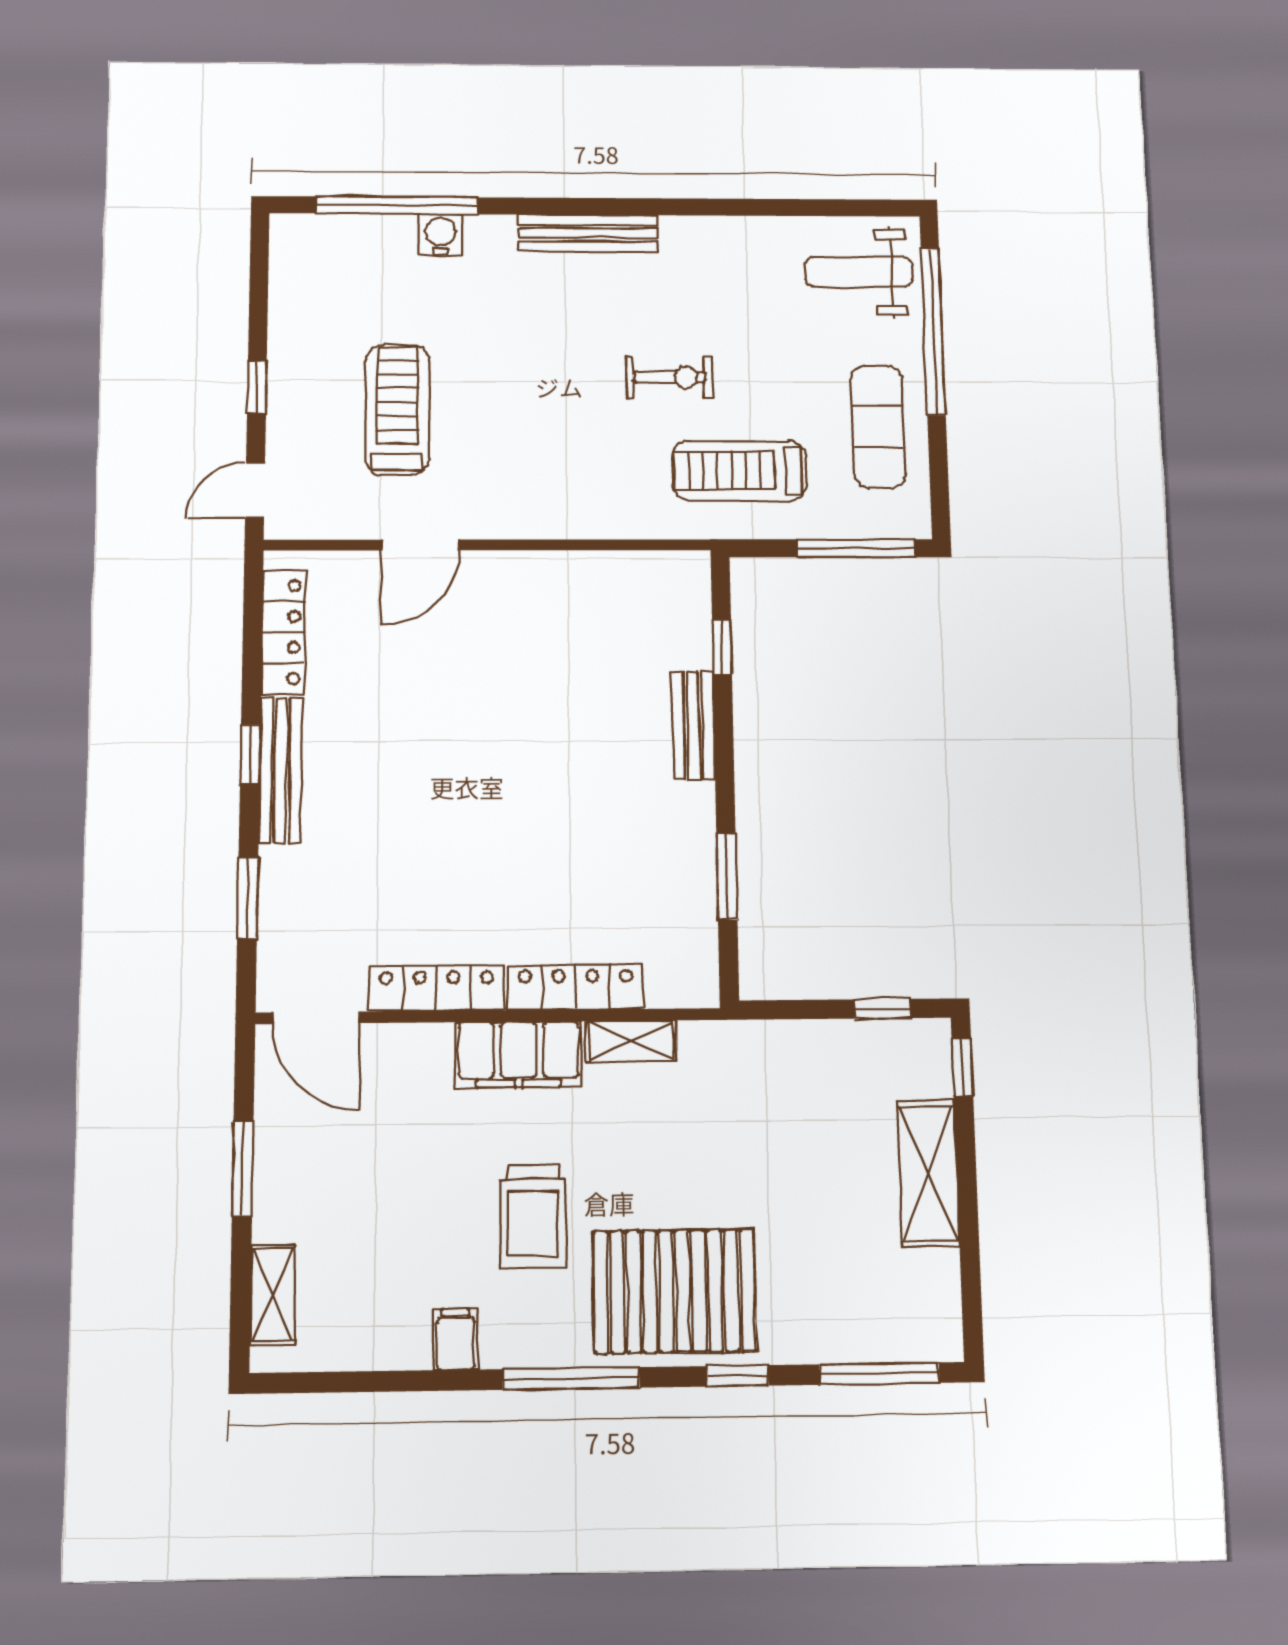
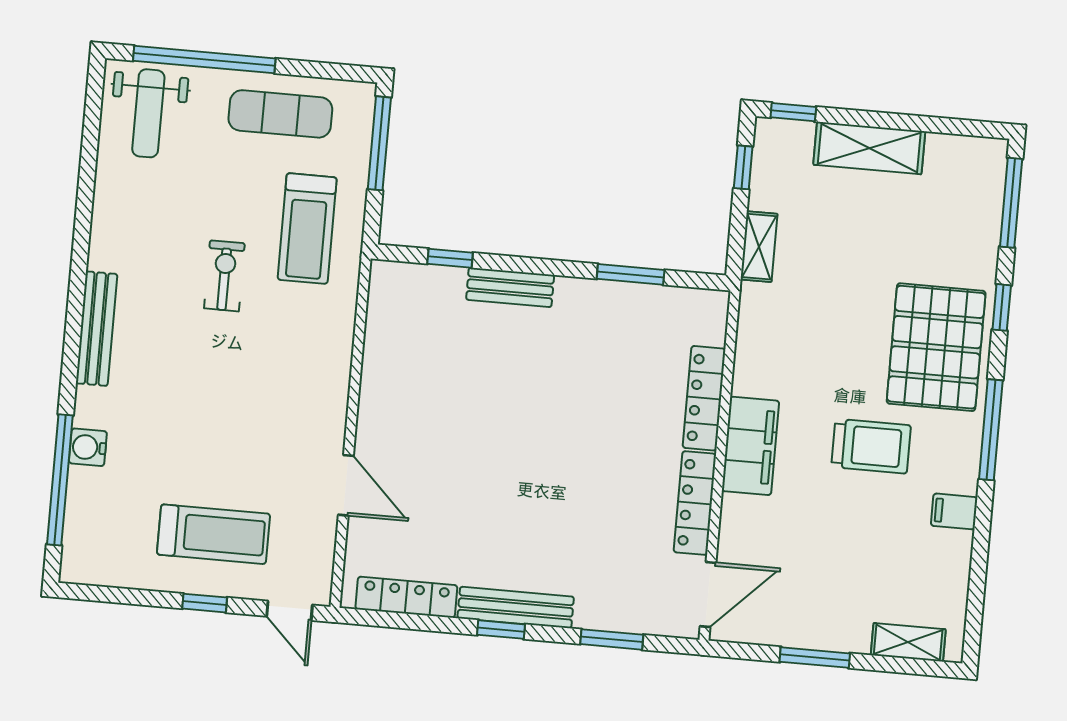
treadmill: (397, 410) -> (213, 534), moved, turned 180
shelving: (631, 1041) -> (759, 247), moved

